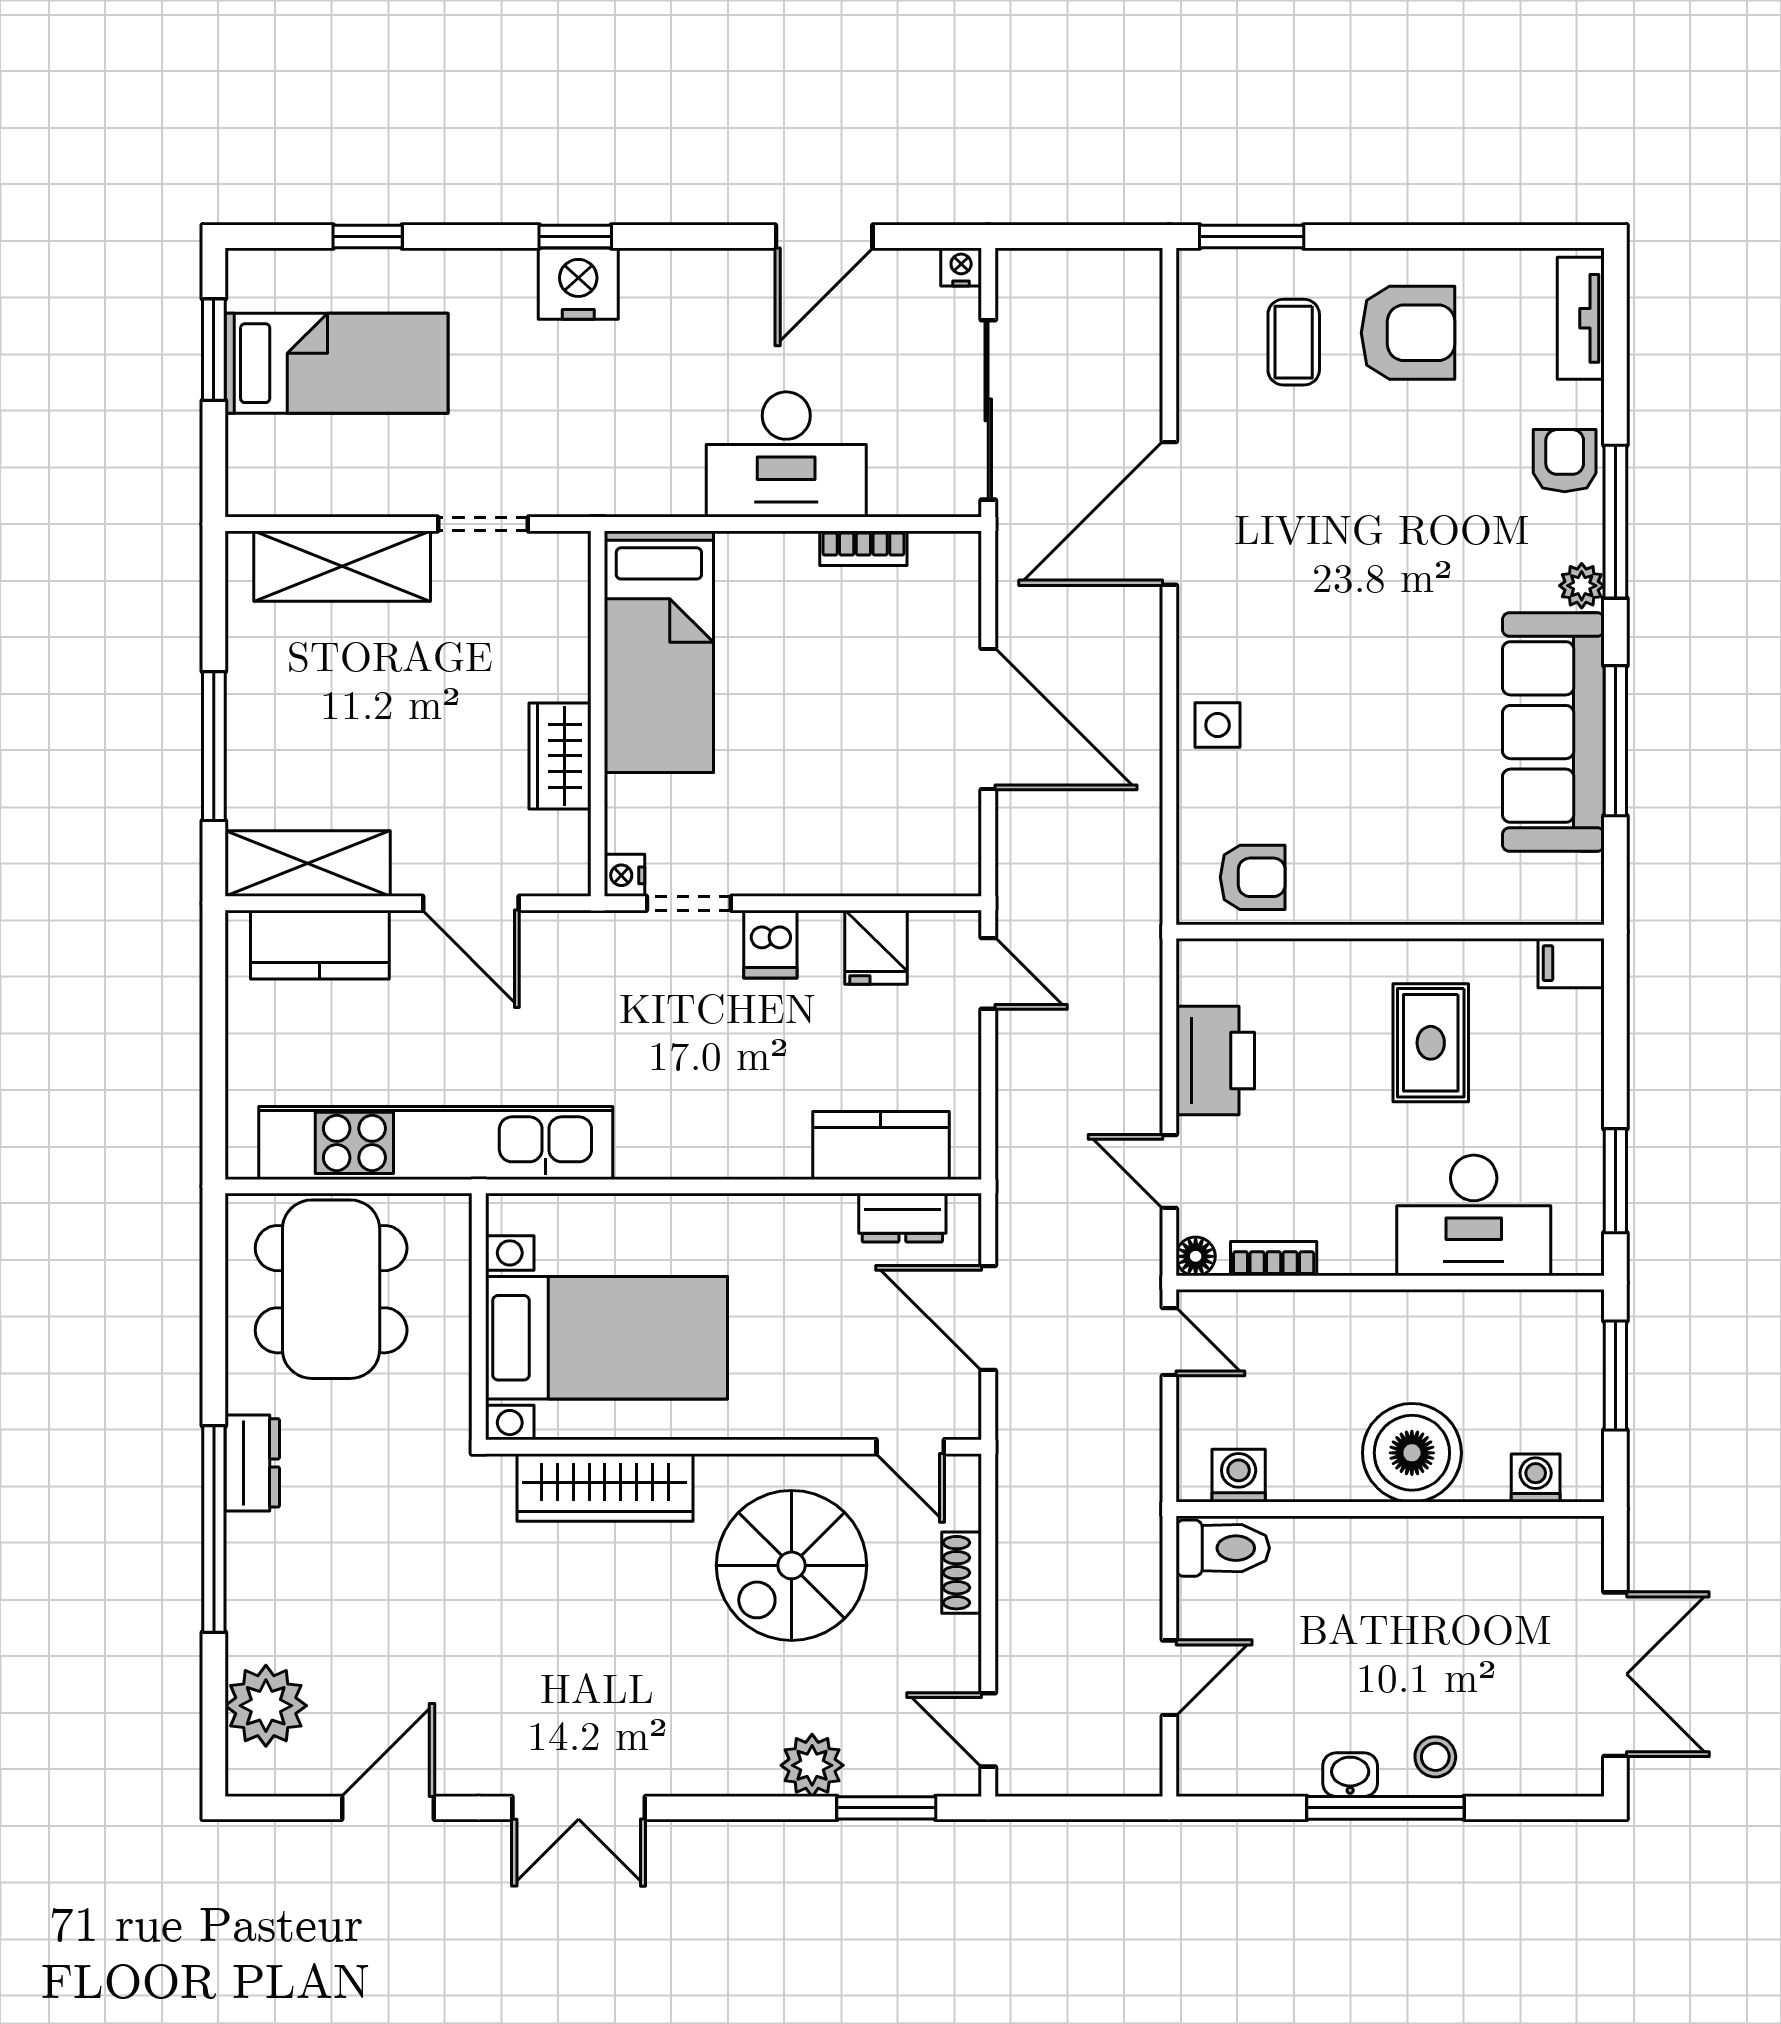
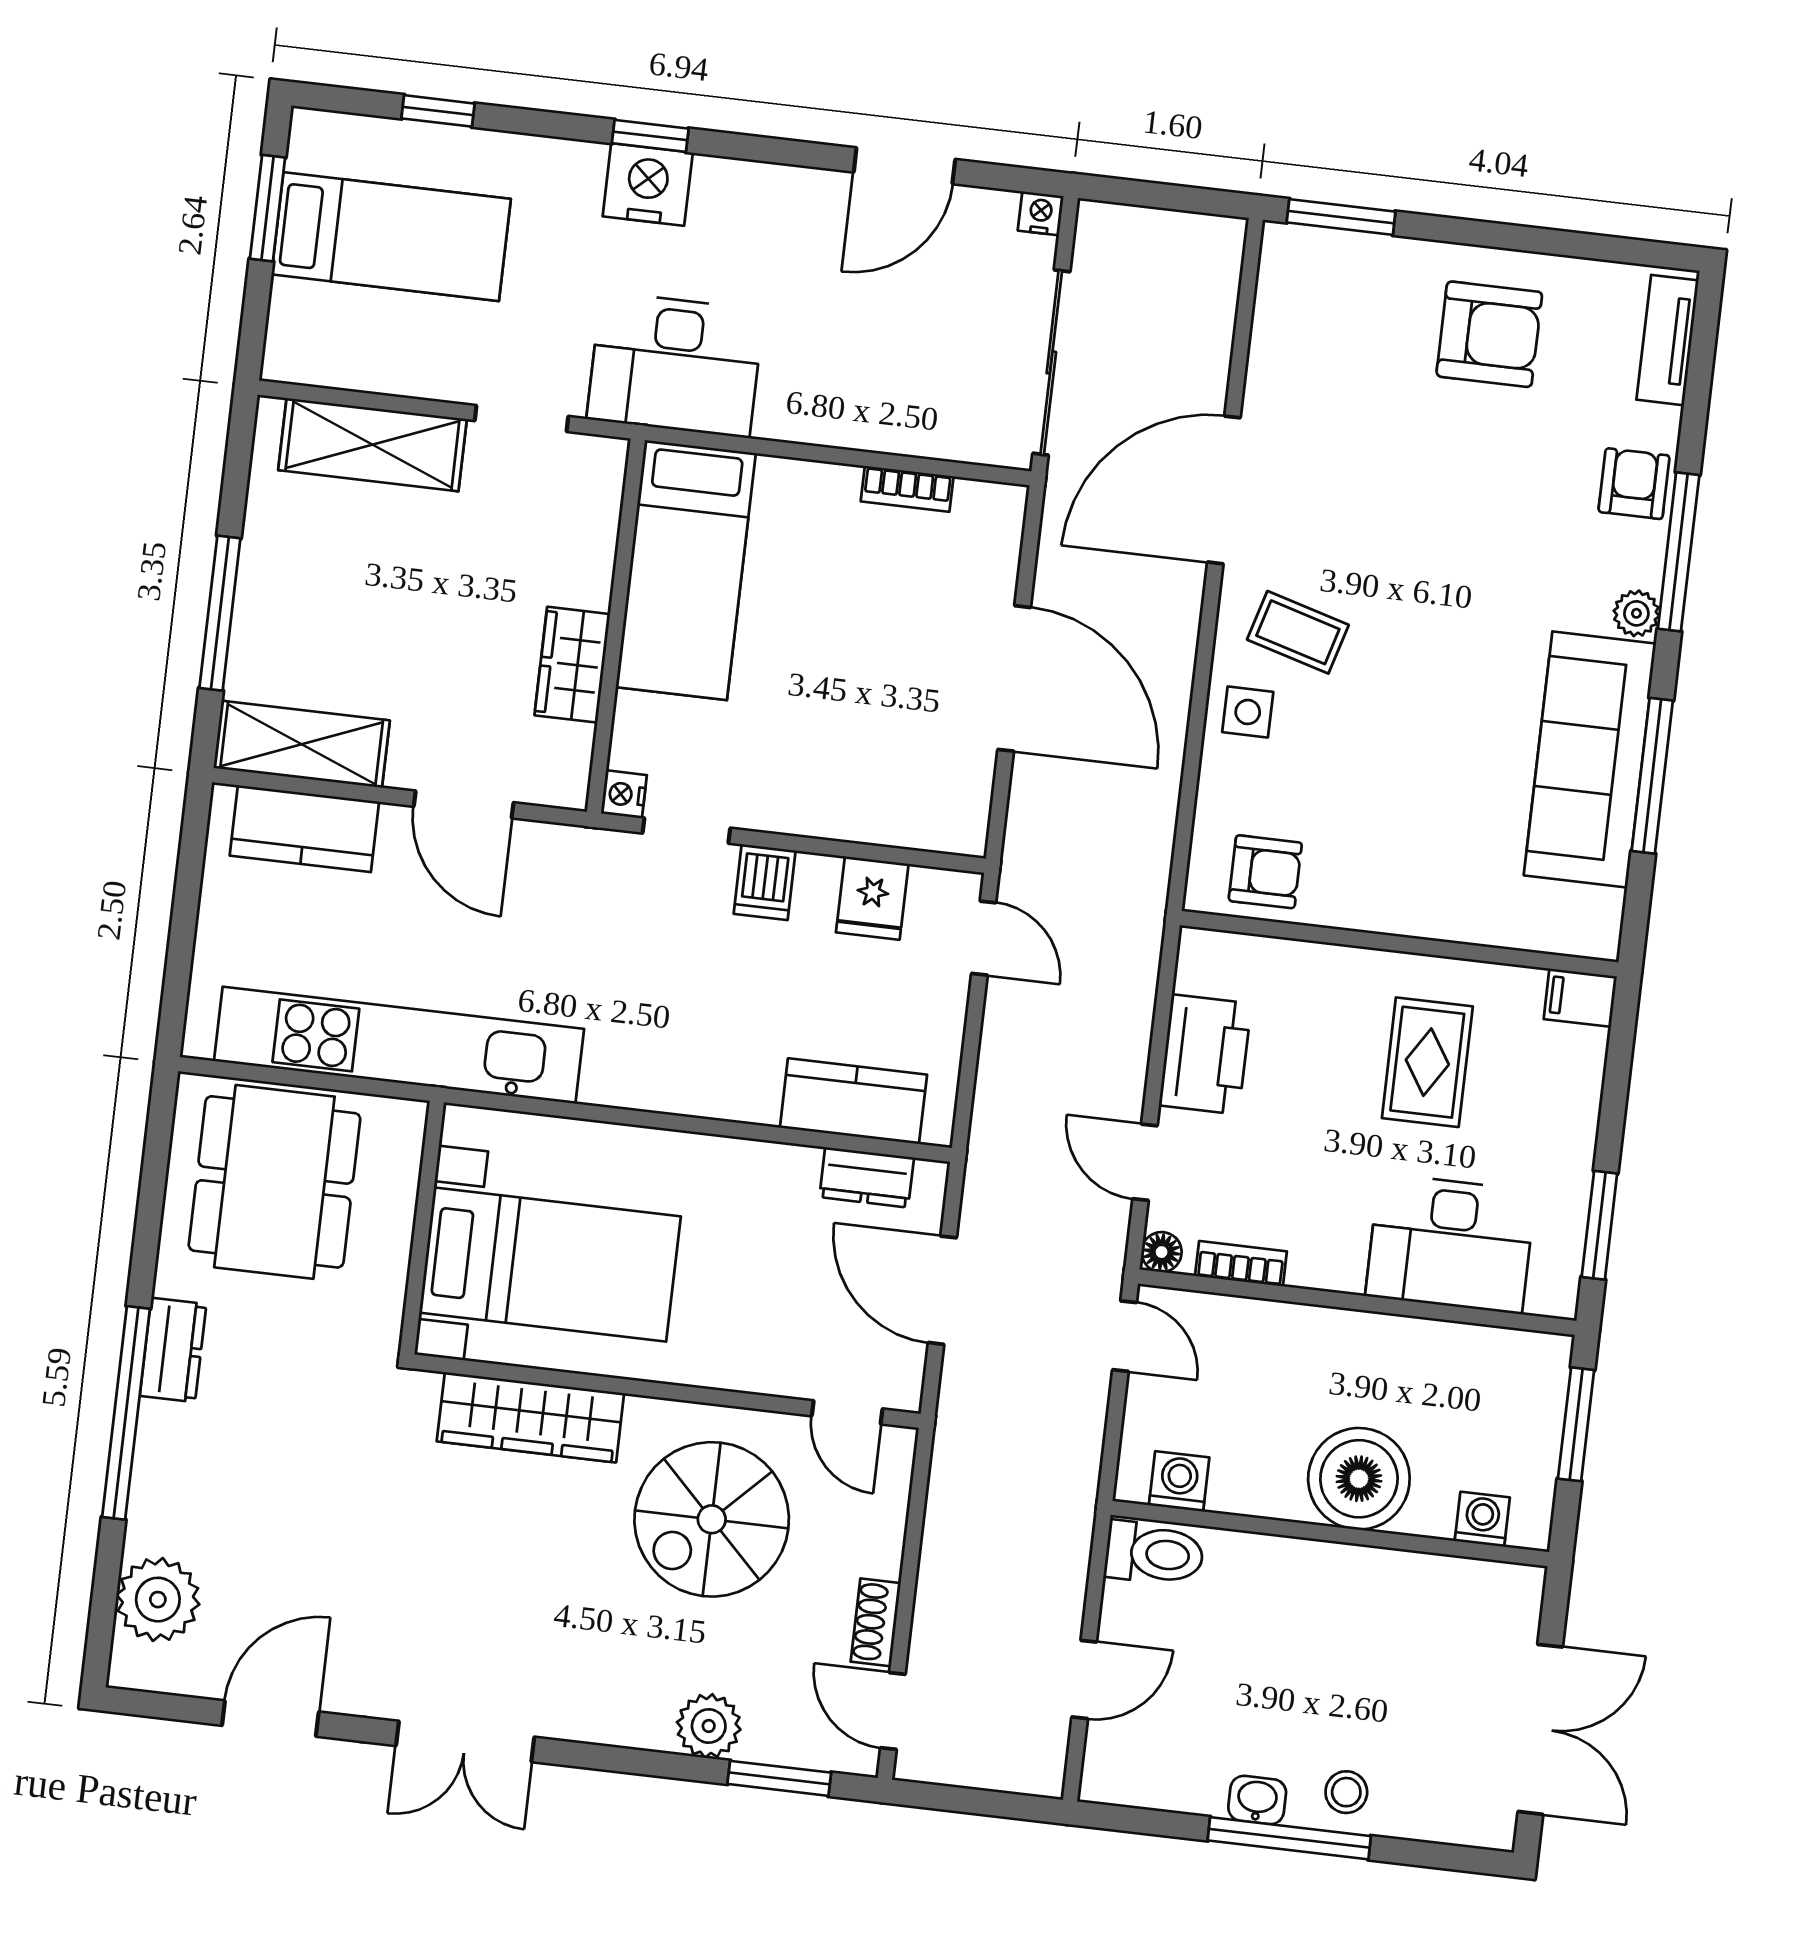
coffee table: (1294, 342) -> (1298, 632), moved, turned -74
desk: (786, 454) -> (675, 365), moved
shoe rack: (962, 1573) -> (876, 1622), moved

